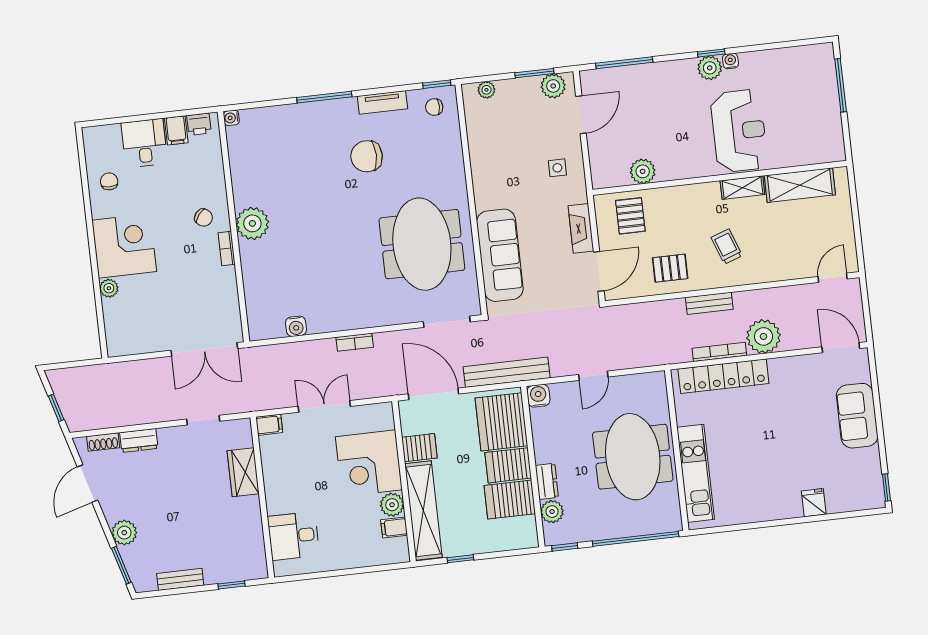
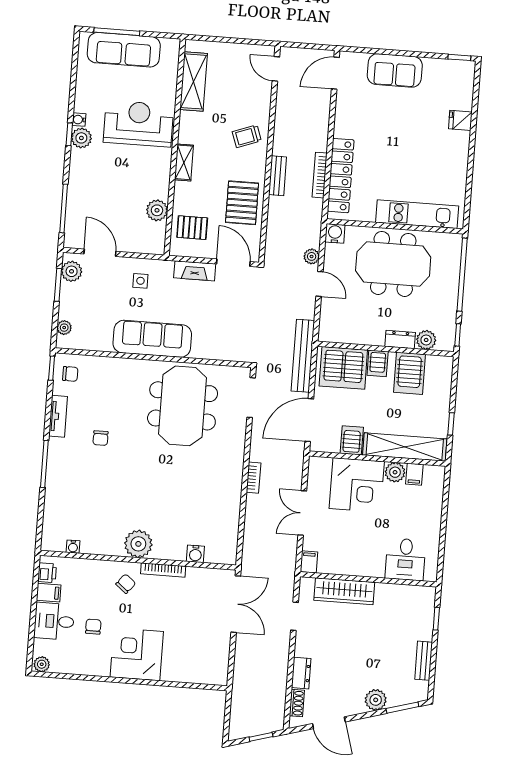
sofa: (821, 97) -> (124, 50), added
chair: (434, 107) -> (70, 374), turned -90
water cooler: (231, 118) -> (73, 547), moved
chair: (367, 156) -> (101, 438), width x0.54, depth x0.54
chair: (109, 181) -> (93, 627), moved, turned 90
shelving: (742, 188) -> (184, 162), moved
meeting table: (422, 244) -> (183, 406), turned 90
trolley: (727, 247) -> (247, 136), moved
bookcase: (227, 248) -> (163, 570), width x1.56
sofa: (500, 255) -> (152, 339), moved
pallet: (670, 268) -> (242, 203), width x1.50, depth x1.42
plant: (109, 288) -> (42, 664), moved
water cooler: (296, 326) -> (195, 554), moved, turned 90
plant: (763, 336) -> (312, 256), moved, width x0.53, depth x0.53
water cooler: (538, 396) -> (335, 233), moved, turned 90
server rack: (508, 465) -> (378, 363), width x0.73, depth x0.70
wardrobe: (243, 472) -> (344, 591), width x1.50

